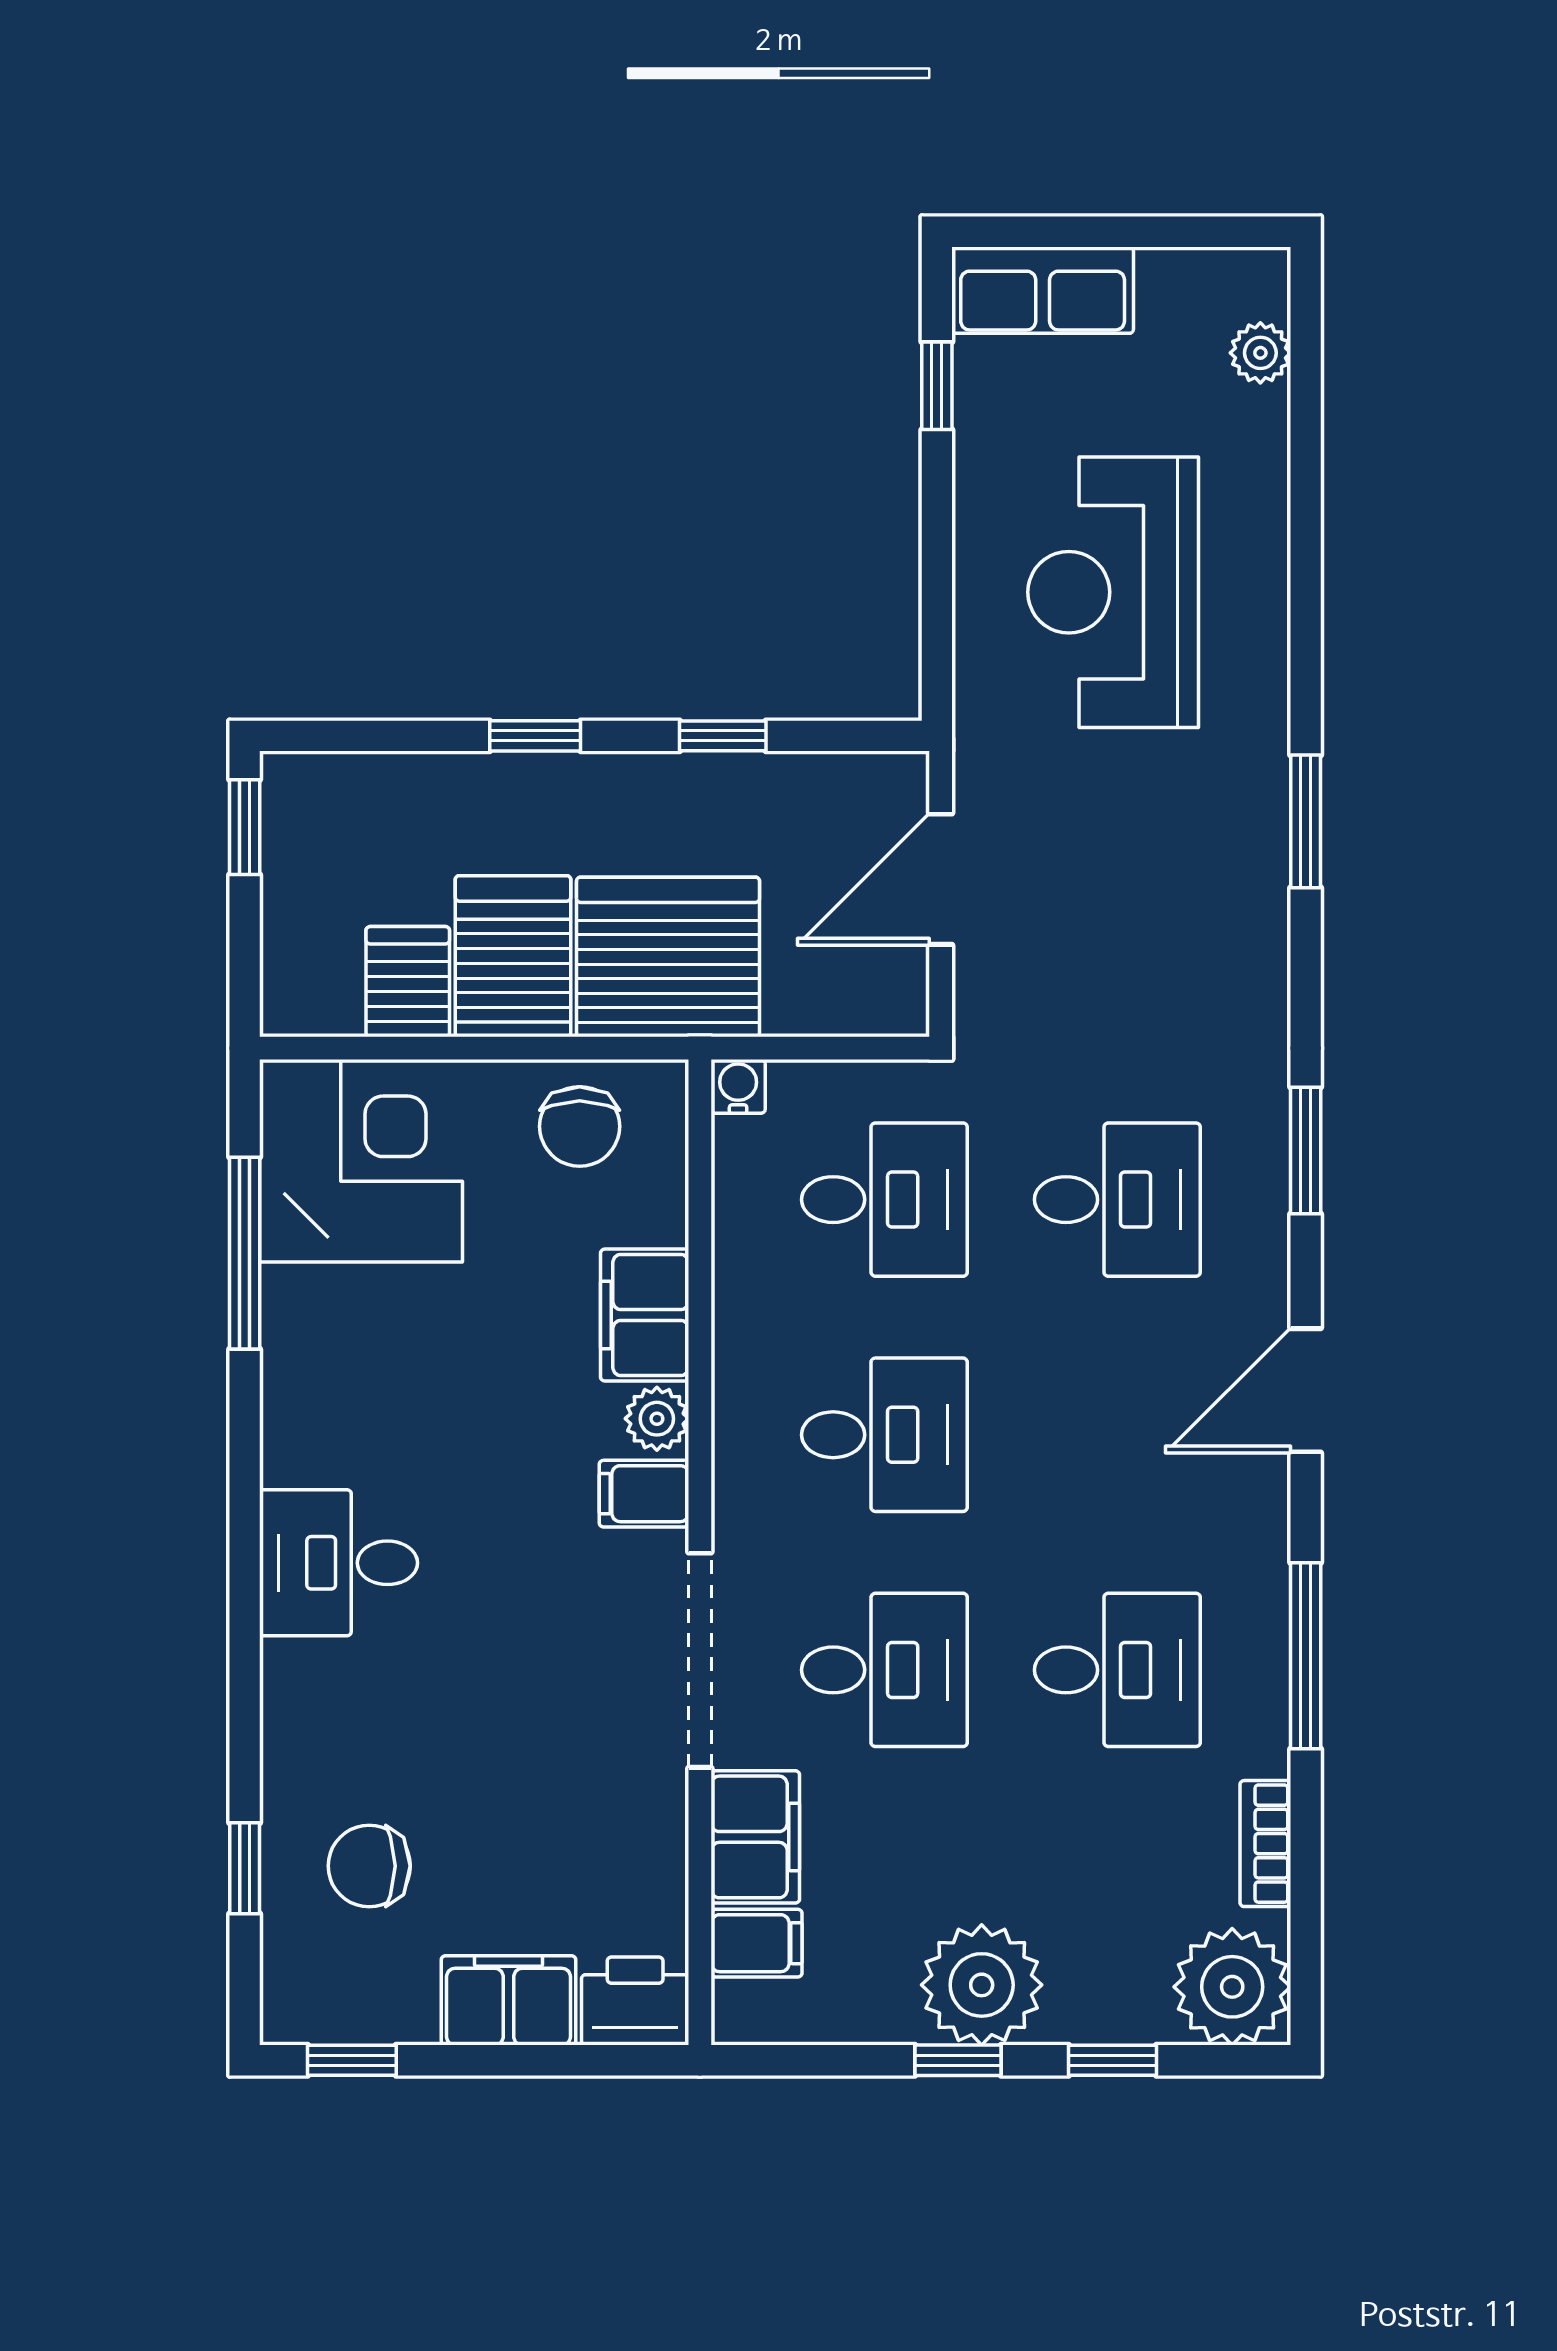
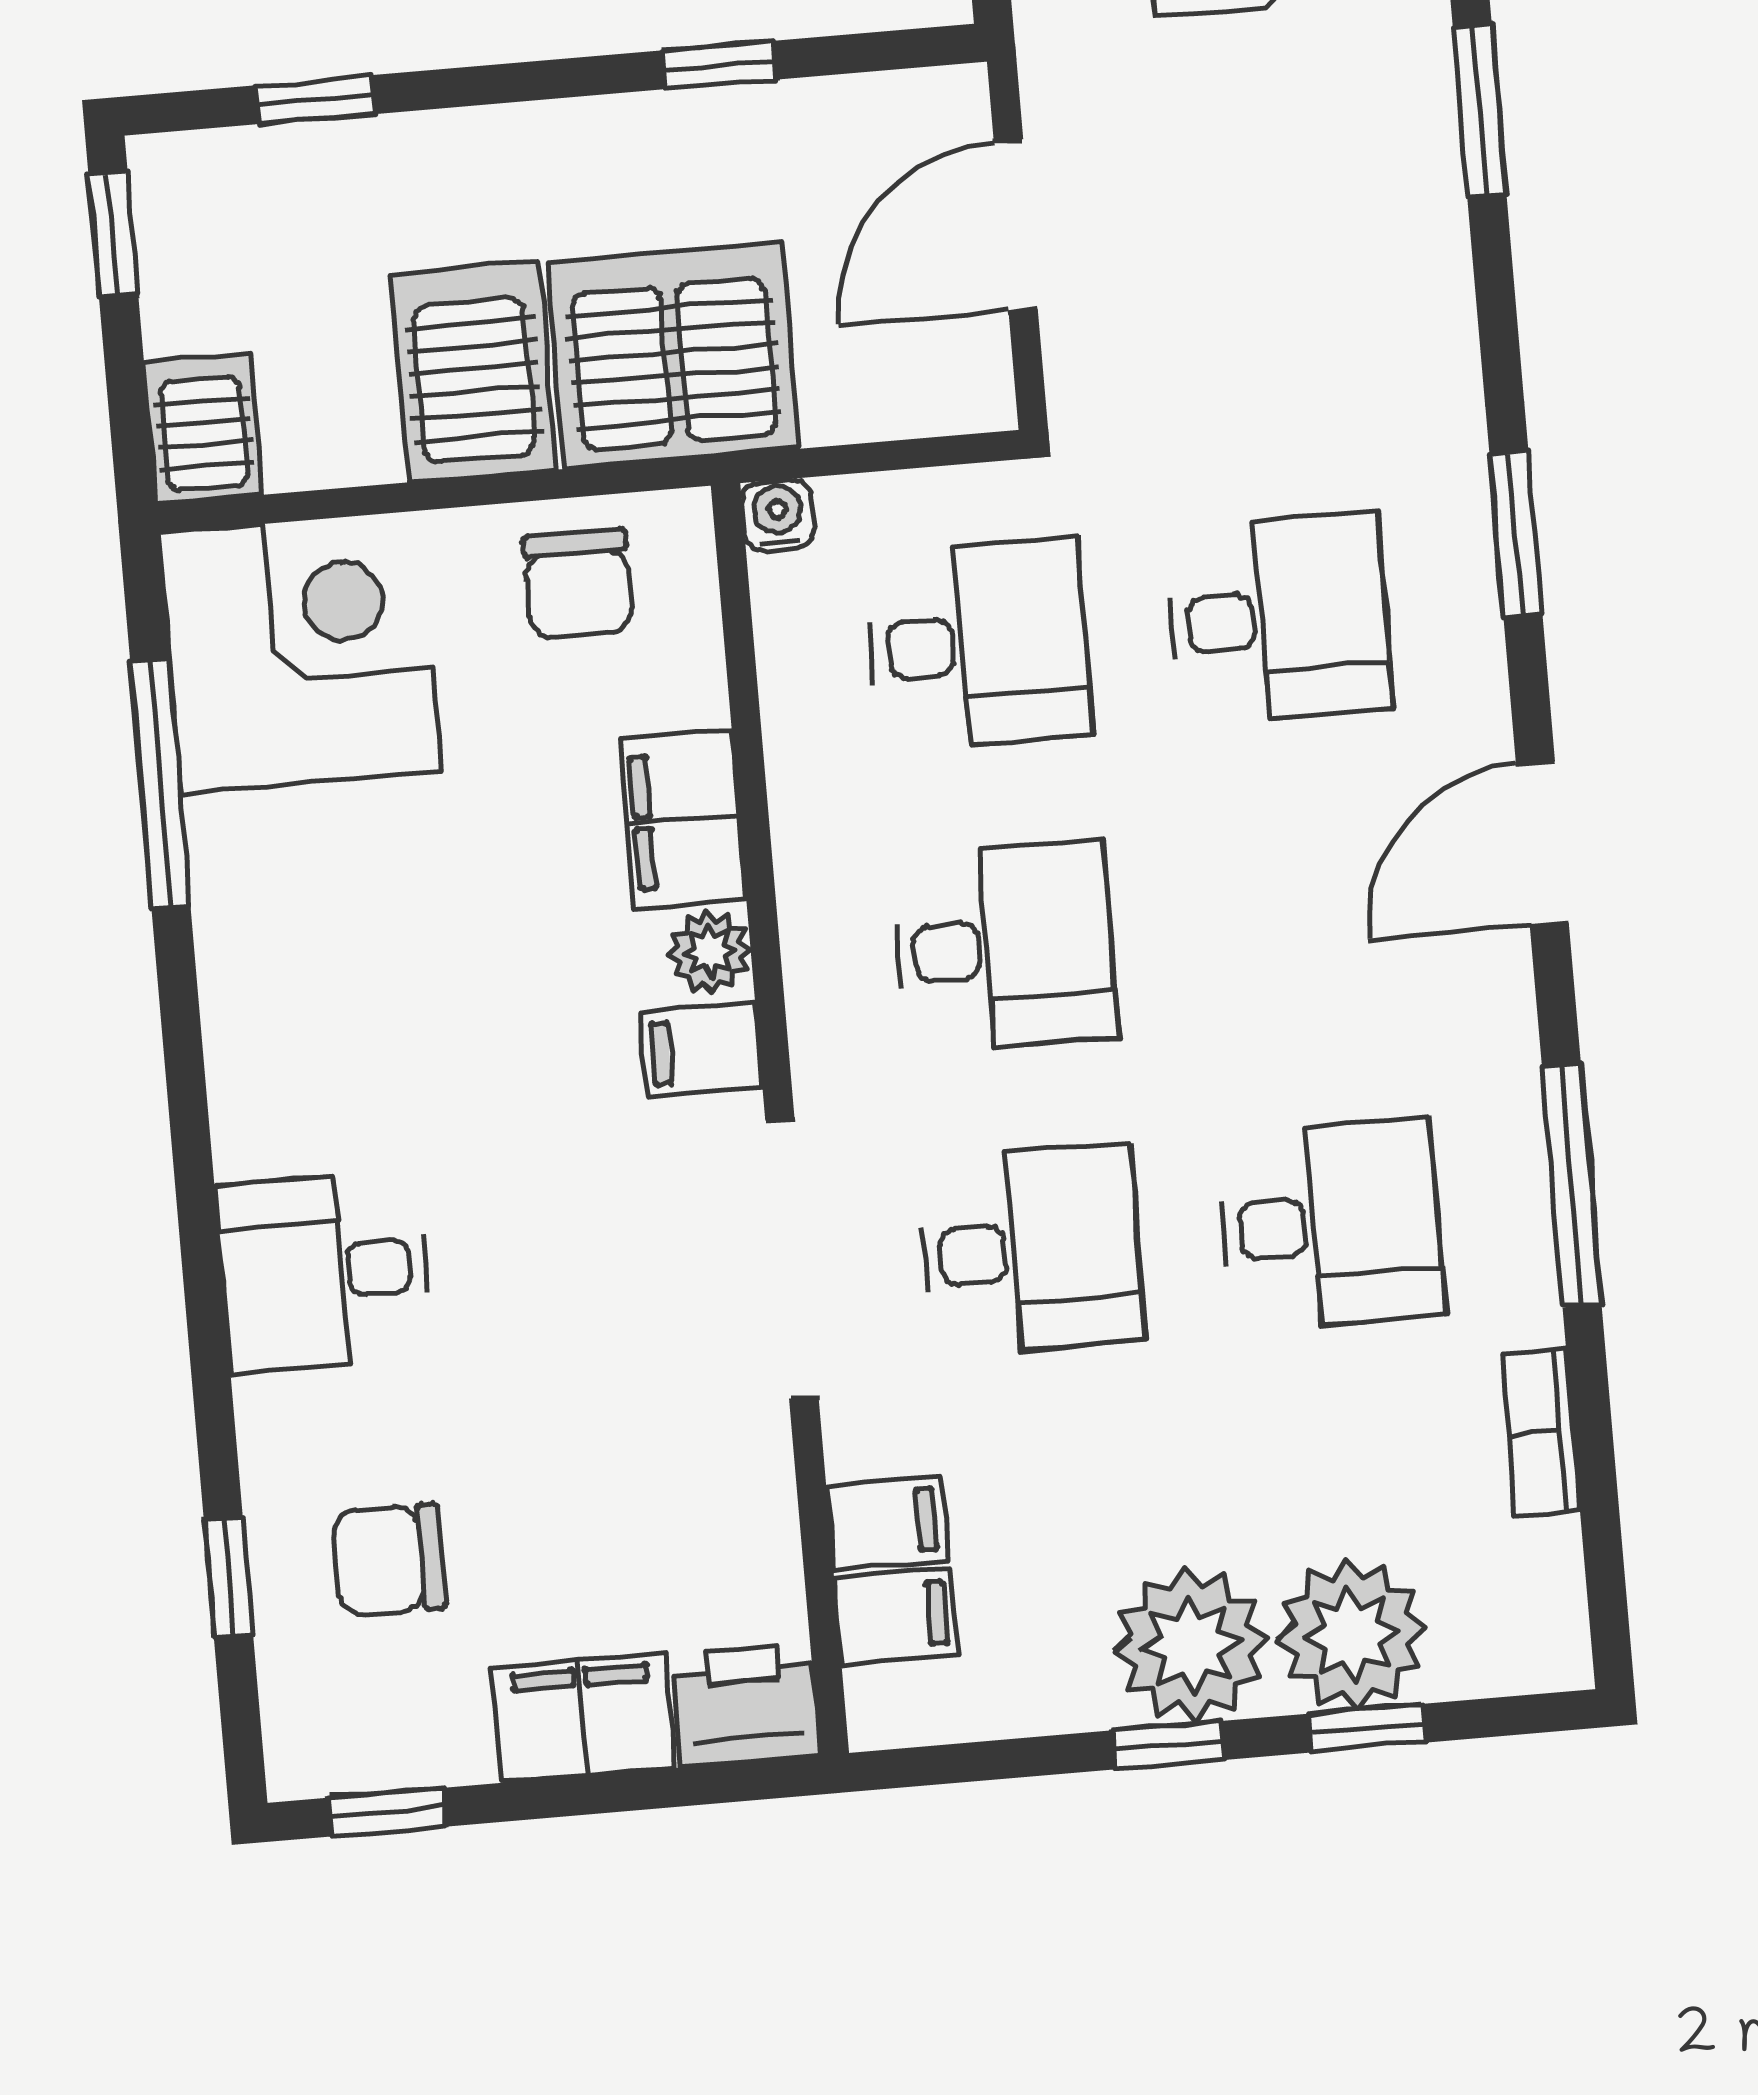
window: (535, 736) -> (315, 100), moved
server rack: (408, 982) -> (203, 428), moved
desk: (339, 1563) -> (324, 1272), moved
filing cabinet: (755, 1837) -> (886, 1522), width x0.50
plant: (1232, 1987) -> (1352, 1634), moved

